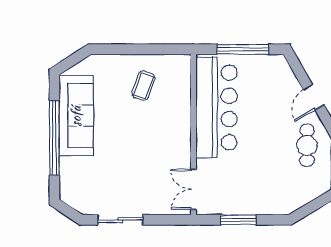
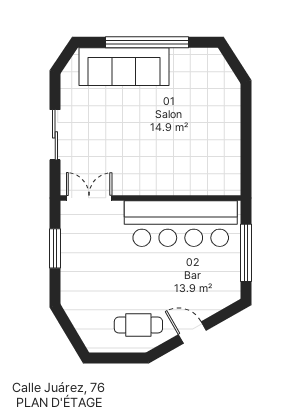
coffee table: (143, 86) -> (205, 142), removed
sofa: (76, 116) -> (124, 67), moved
sliding door: (120, 220) -> (55, 135), moved

